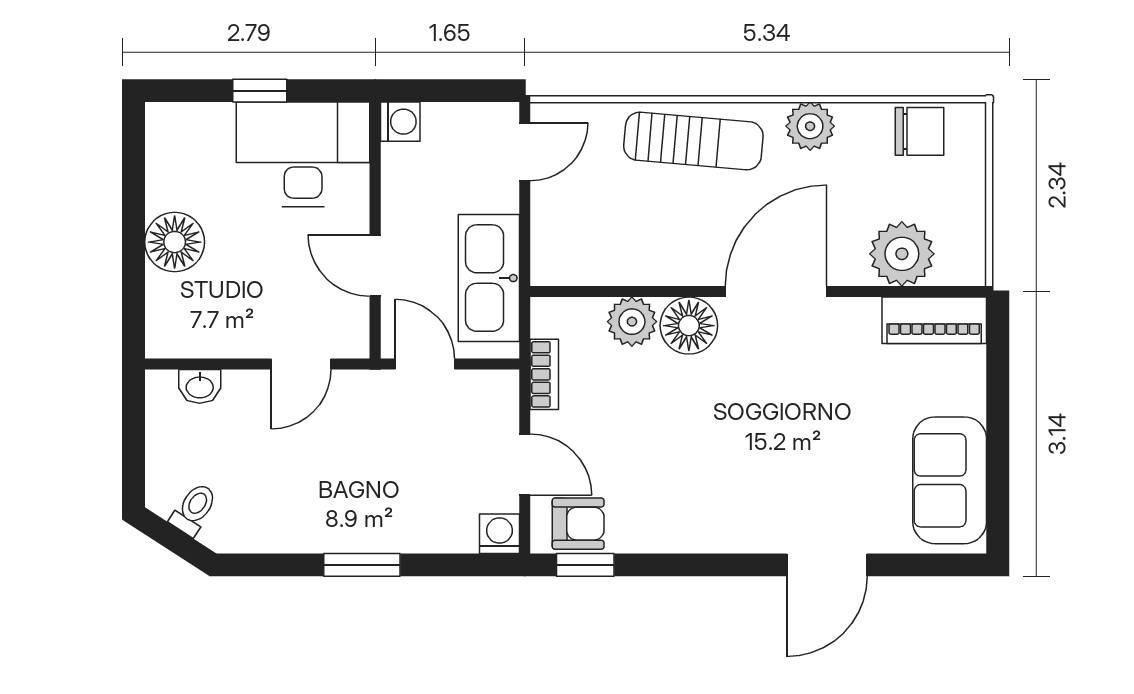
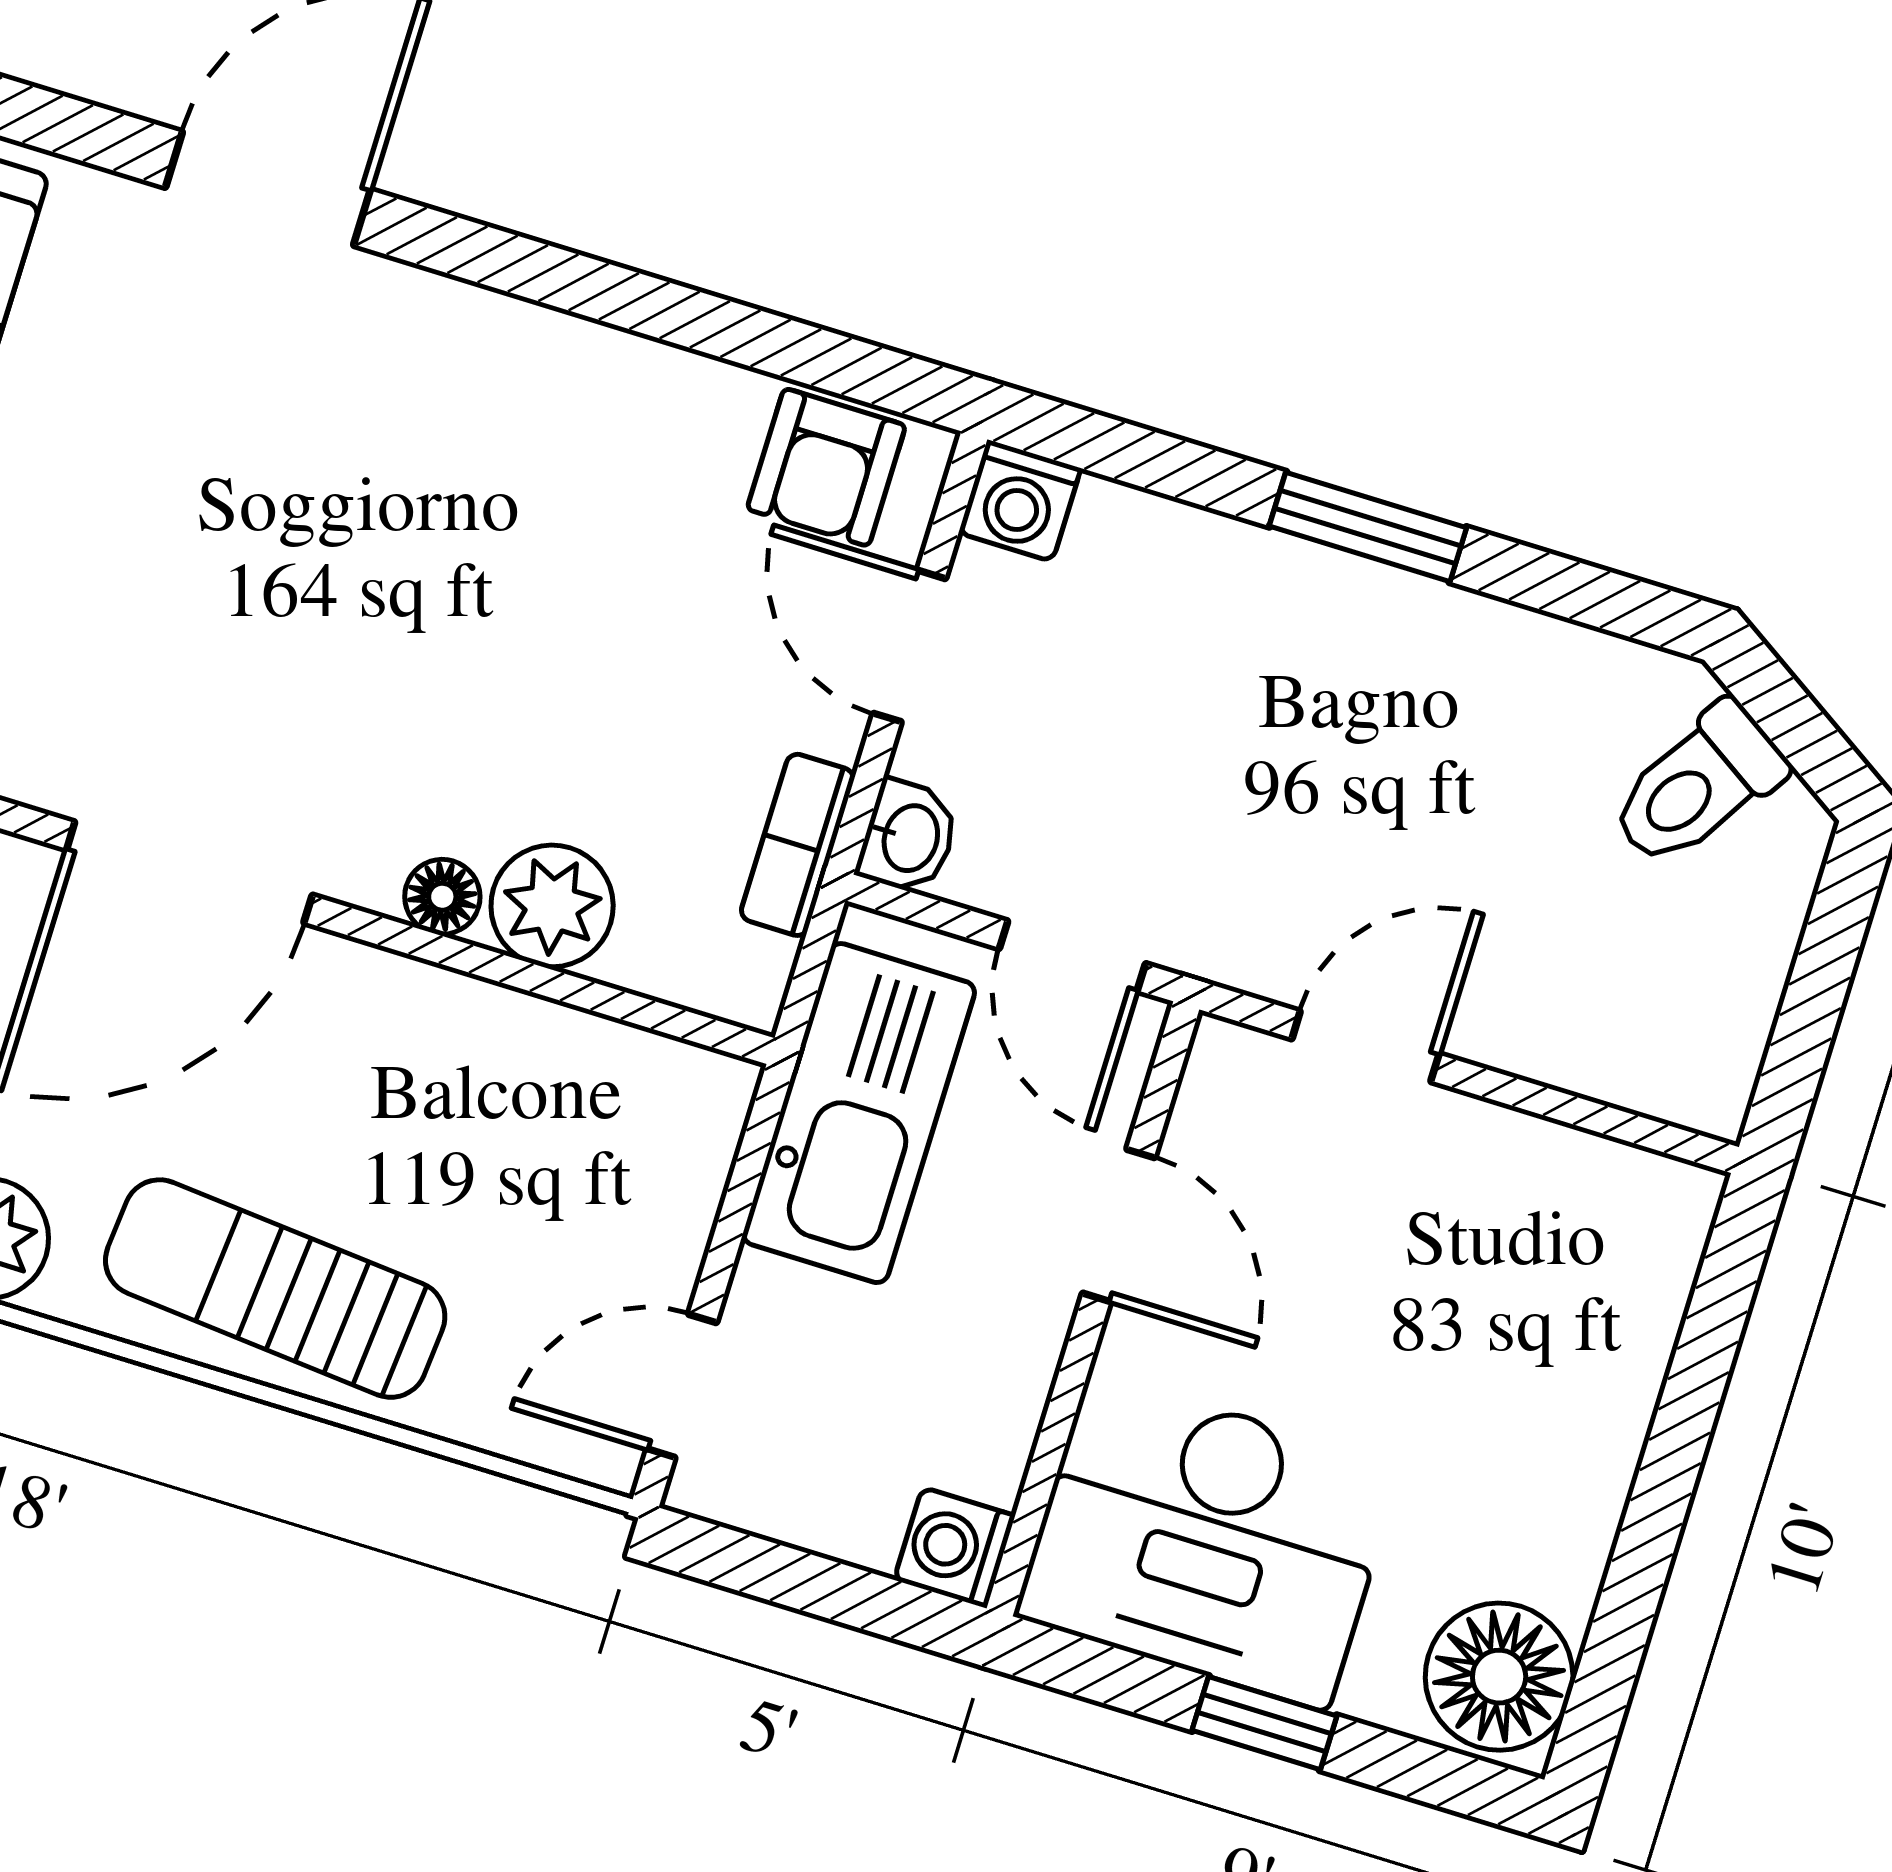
floor lamp: (175, 242) -> (1499, 1677), moved
floor lamp: (689, 326) -> (442, 897), width x0.53, depth x0.53
washbasin: (200, 386) -> (908, 837), moved, turned 90
toilet: (194, 509) -> (1697, 786), width x1.37, depth x1.39
armchair: (578, 524) -> (826, 467), turned -90
window: (585, 565) -> (840, 364), removed

